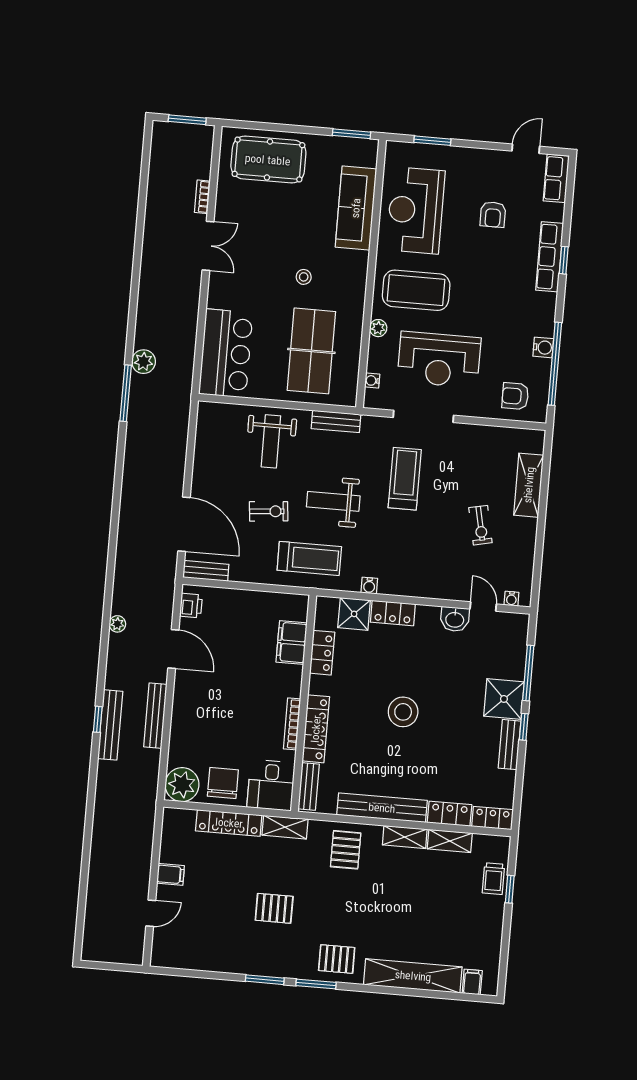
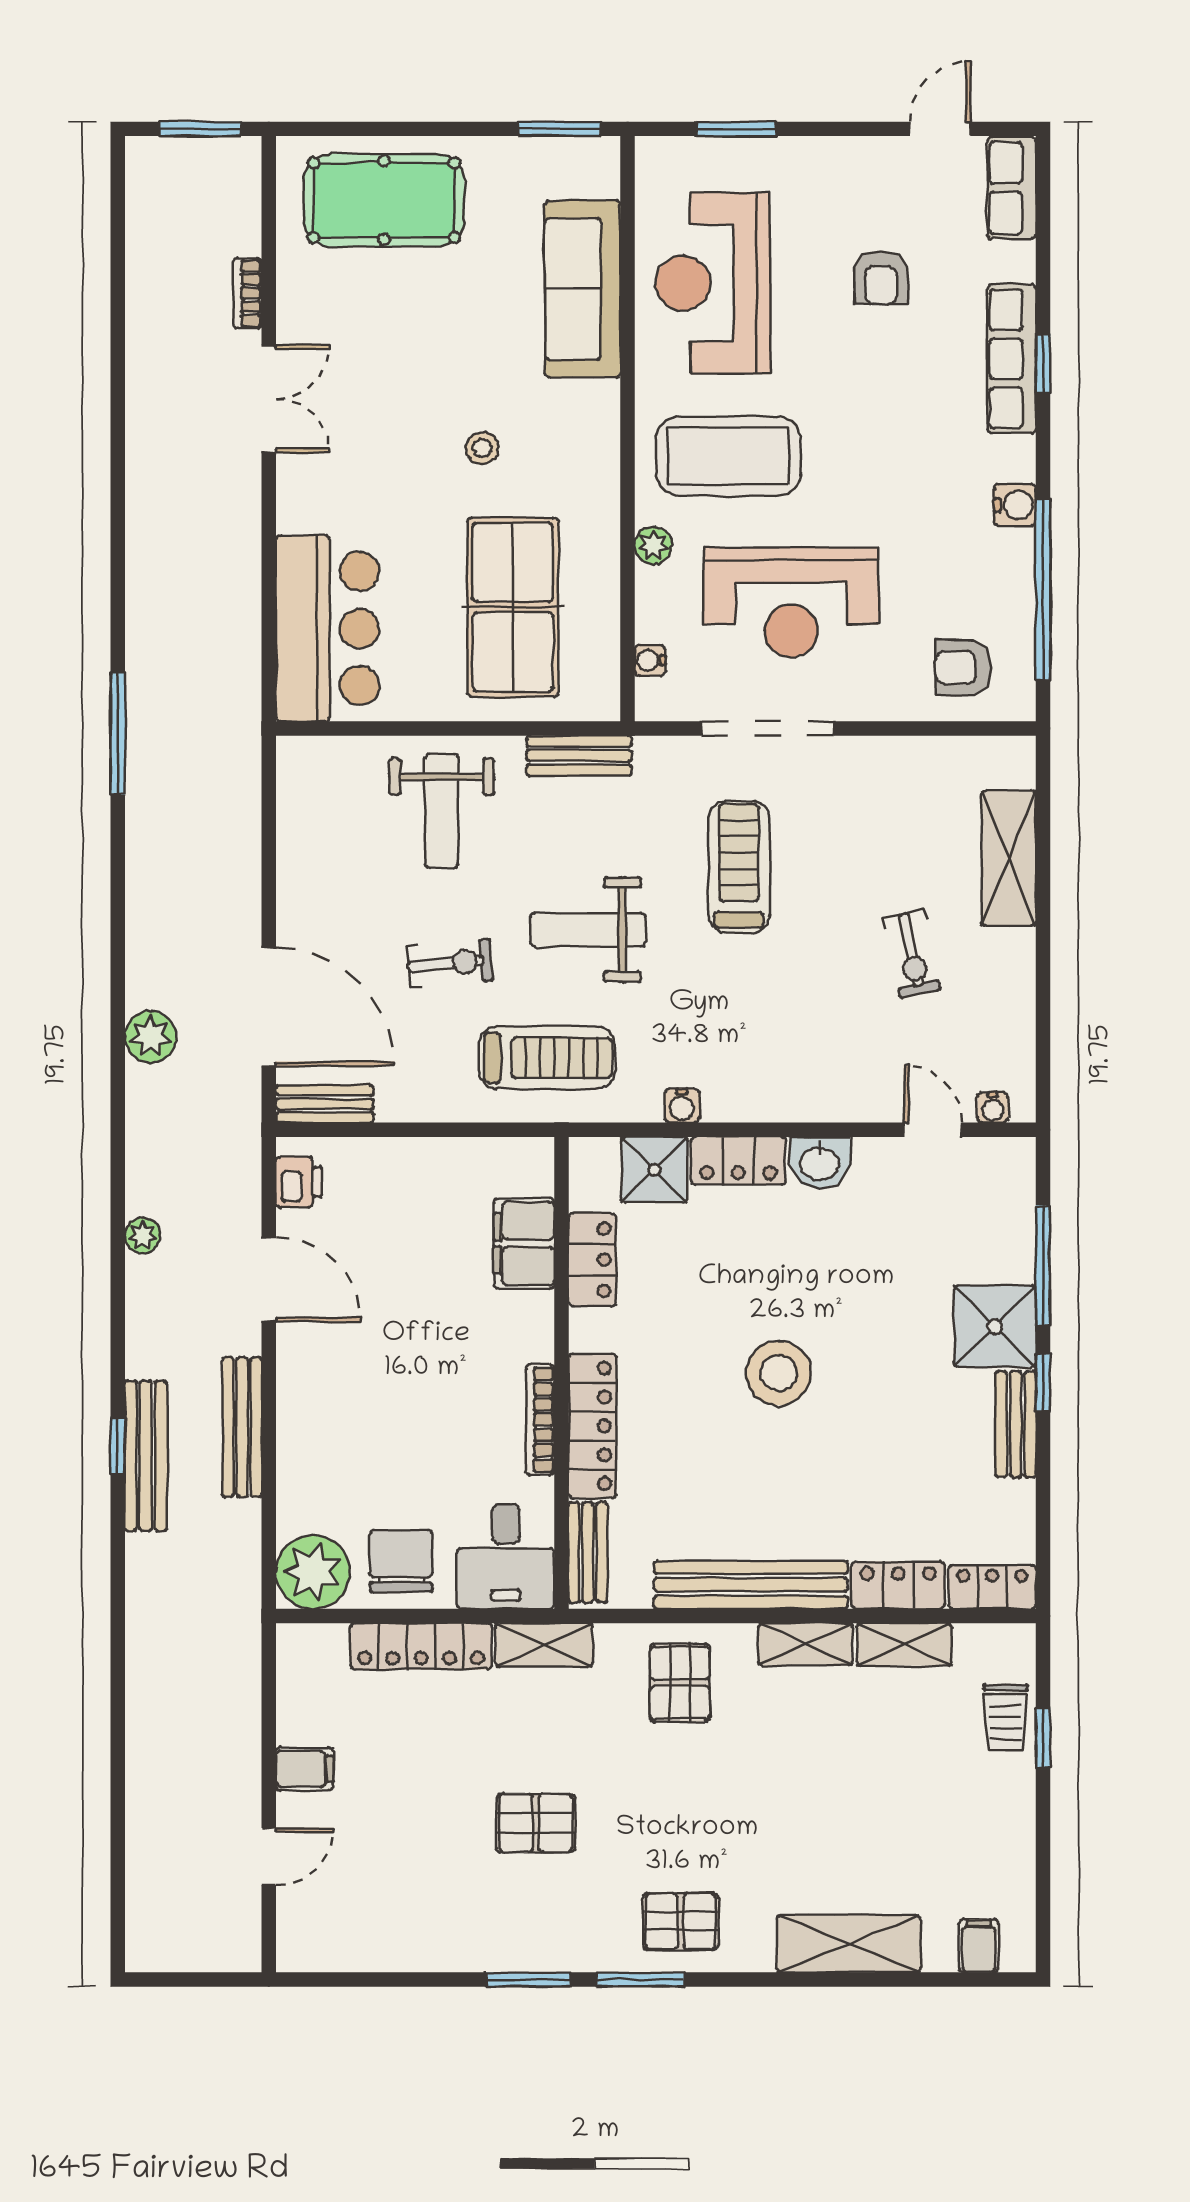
water cooler: (543, 347) -> (1015, 505), moved
plant: (144, 362) -> (151, 1037), moved
washbasin: (455, 619) -> (820, 1162), moved
shelving: (413, 976) -> (849, 1944), width x0.68

